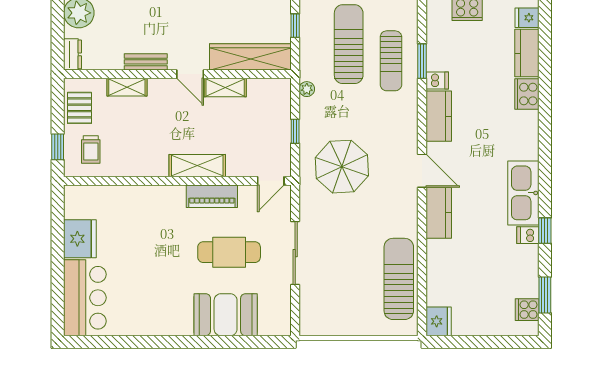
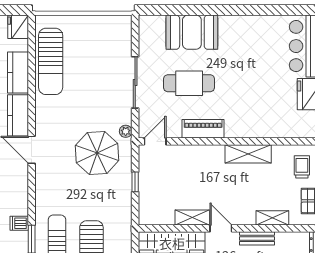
plant: (307, 89) -> (126, 131), moved
kitchen counter: (439, 116) -> (18, 73), moved
shelving: (197, 166) -> (248, 154), moved

